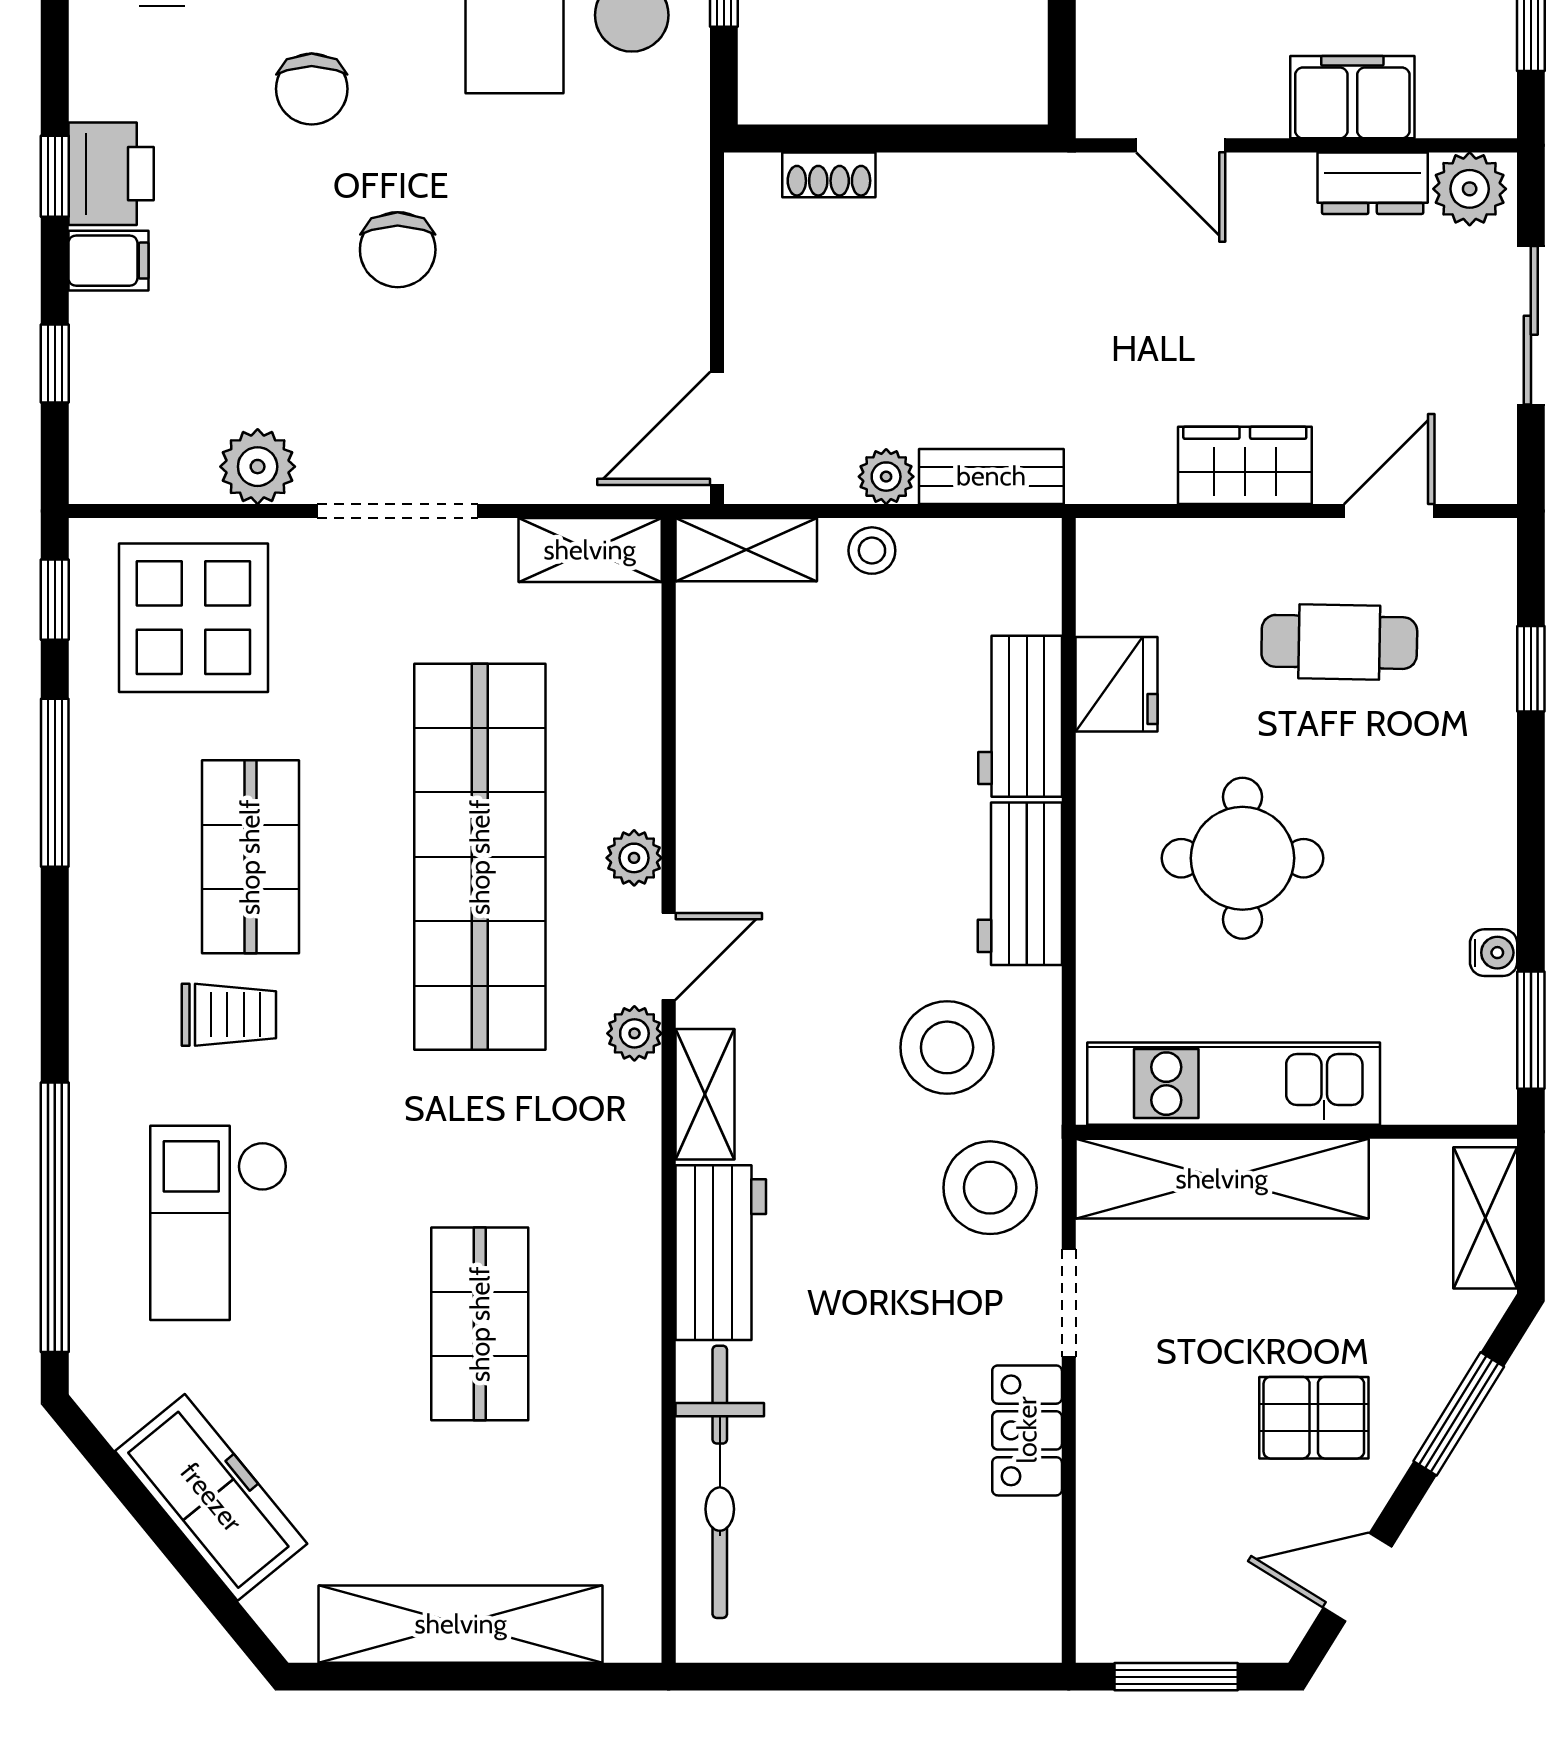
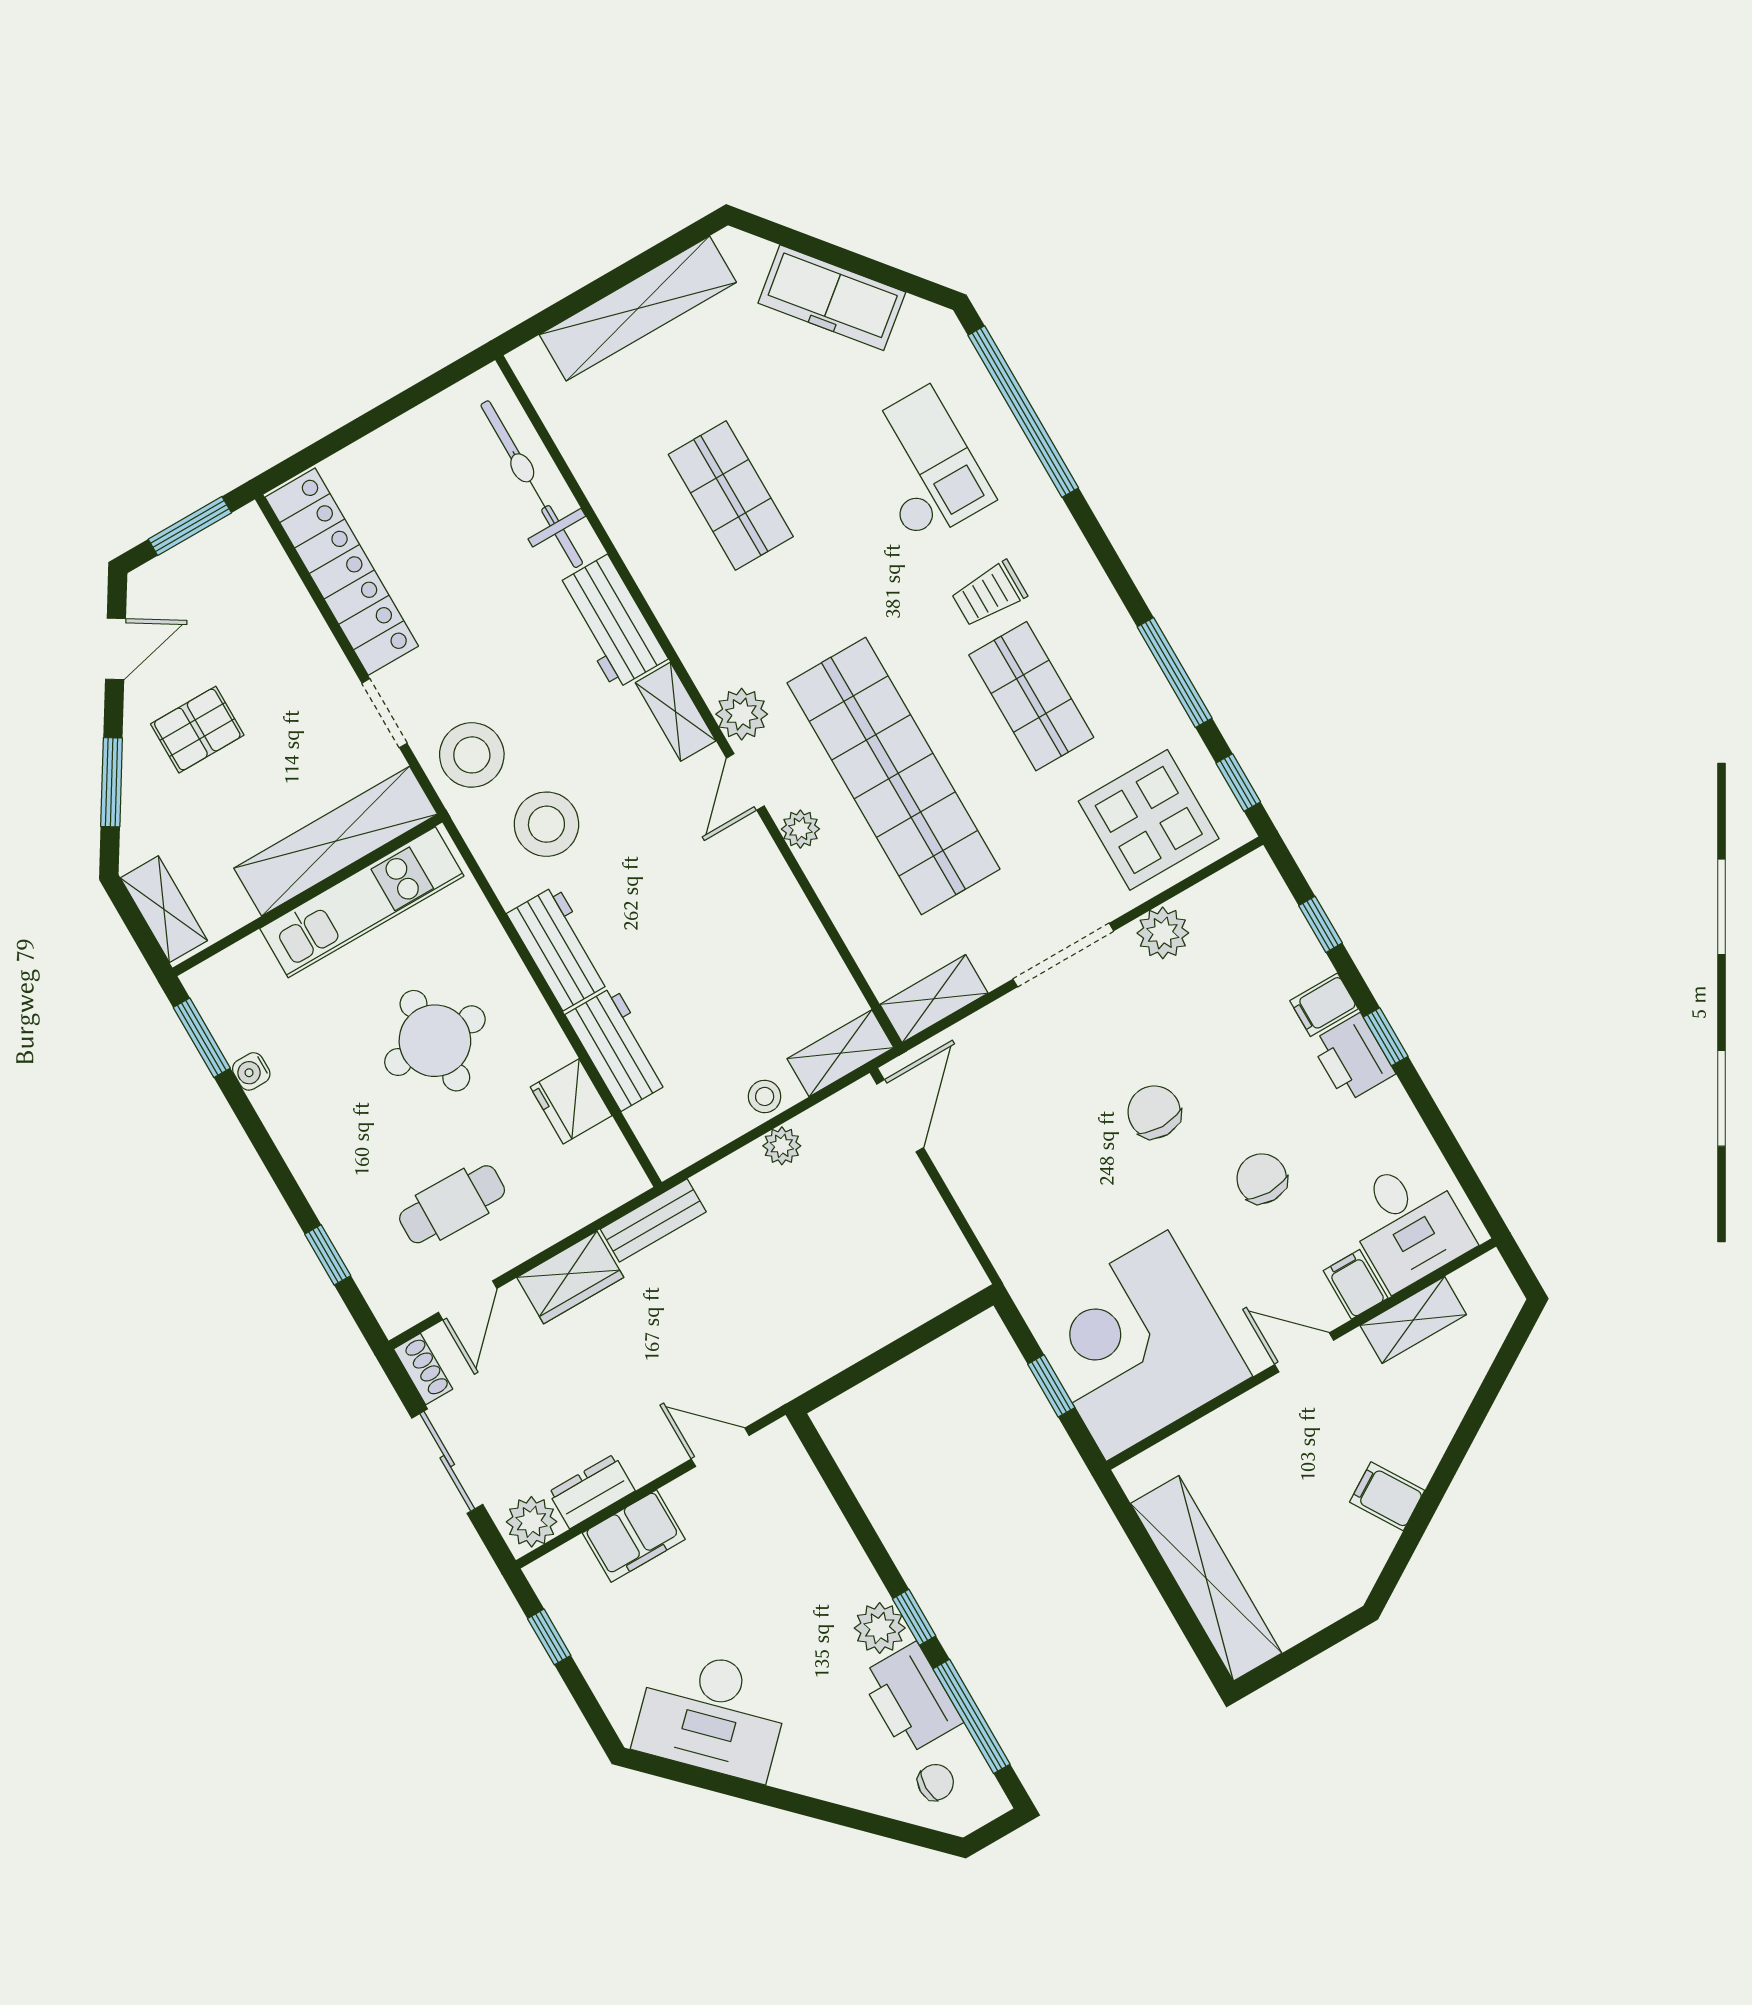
shoe rack: (829, 175) -> (423, 1369), moved, turned 90
bench: (991, 476) -> (653, 1220), moved
plant: (634, 1033) -> (742, 714), width x1.38, depth x1.38
locker: (1027, 1430) -> (342, 572), width x2.16, depth x1.21

